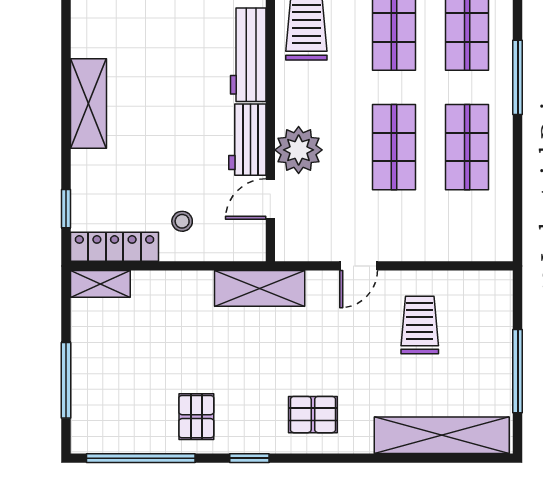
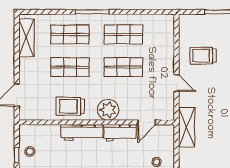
plant: (299, 150) -> (108, 110), moved
door: (270, 199) -> (147, 122), hinge flipped

